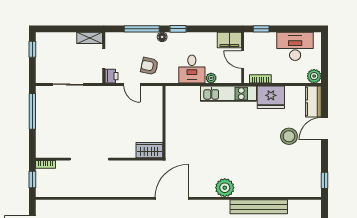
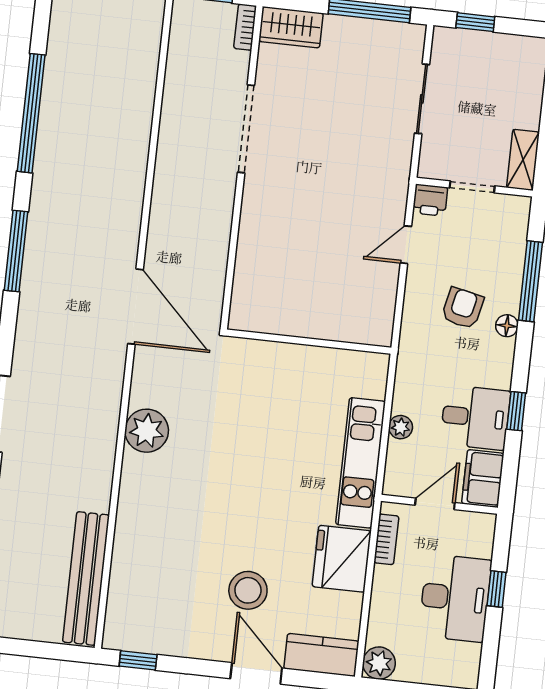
window: (178, 29) -> (516, 411), moved
window: (261, 29) -> (497, 589), moved
desk: (295, 46) -> (455, 598), moved
window: (32, 49) -> (475, 22), moved
armchair: (149, 66) -> (463, 308), moved
desk: (192, 69) -> (475, 417), moved, turned 180
wall: (164, 122) -> (309, 342), moved
wardrobe: (149, 150) -> (291, 27), moved, turned 90
bench: (259, 207) -> (86, 578), moved

